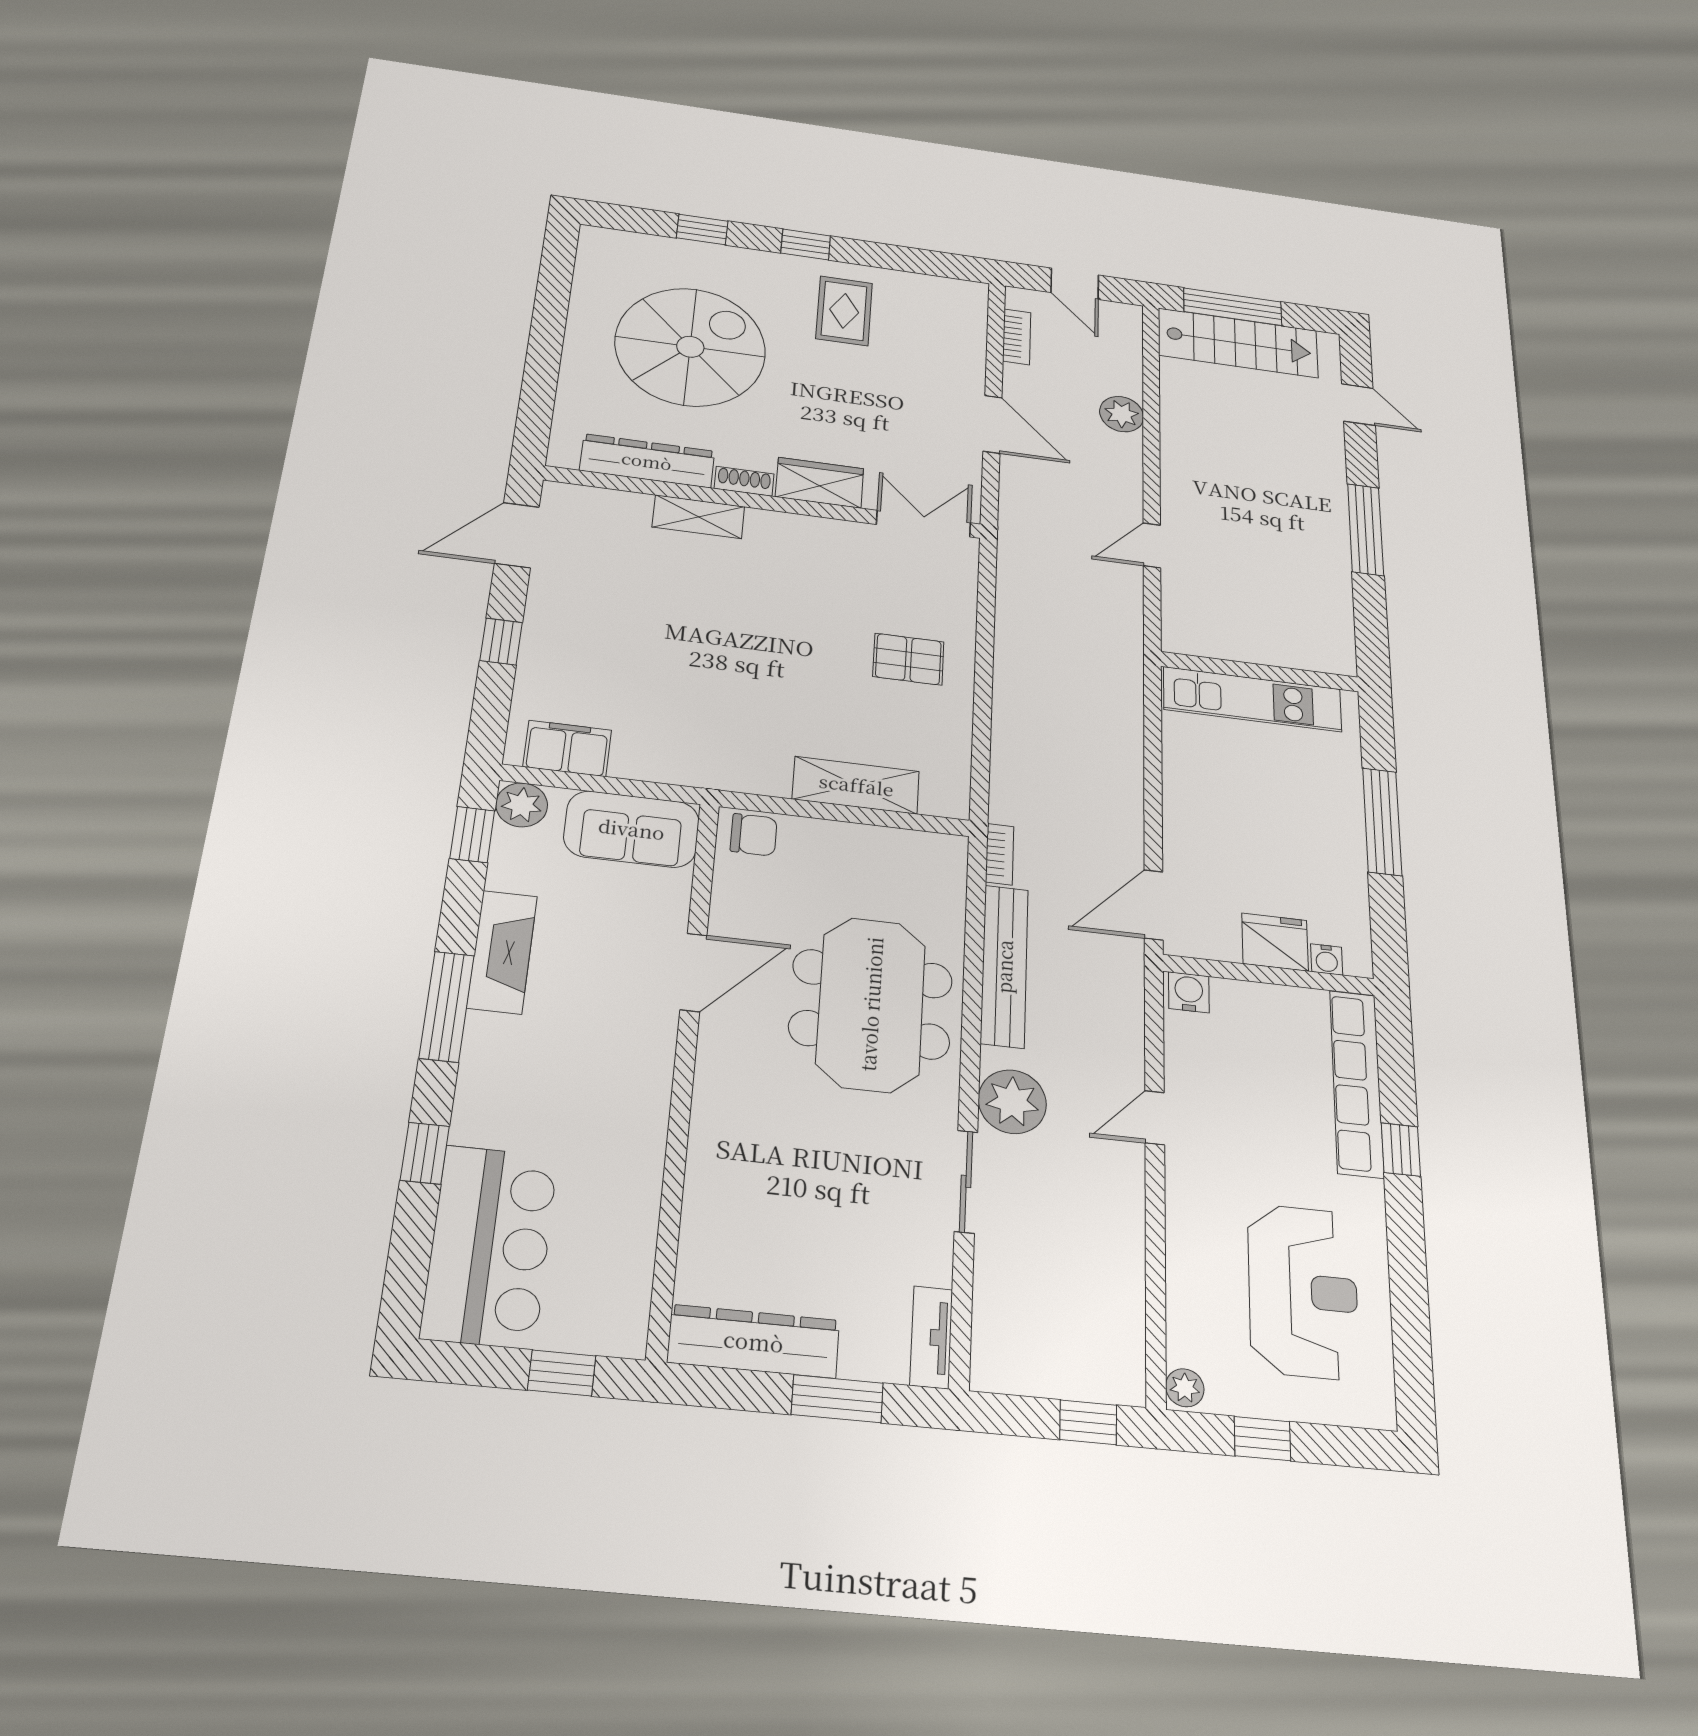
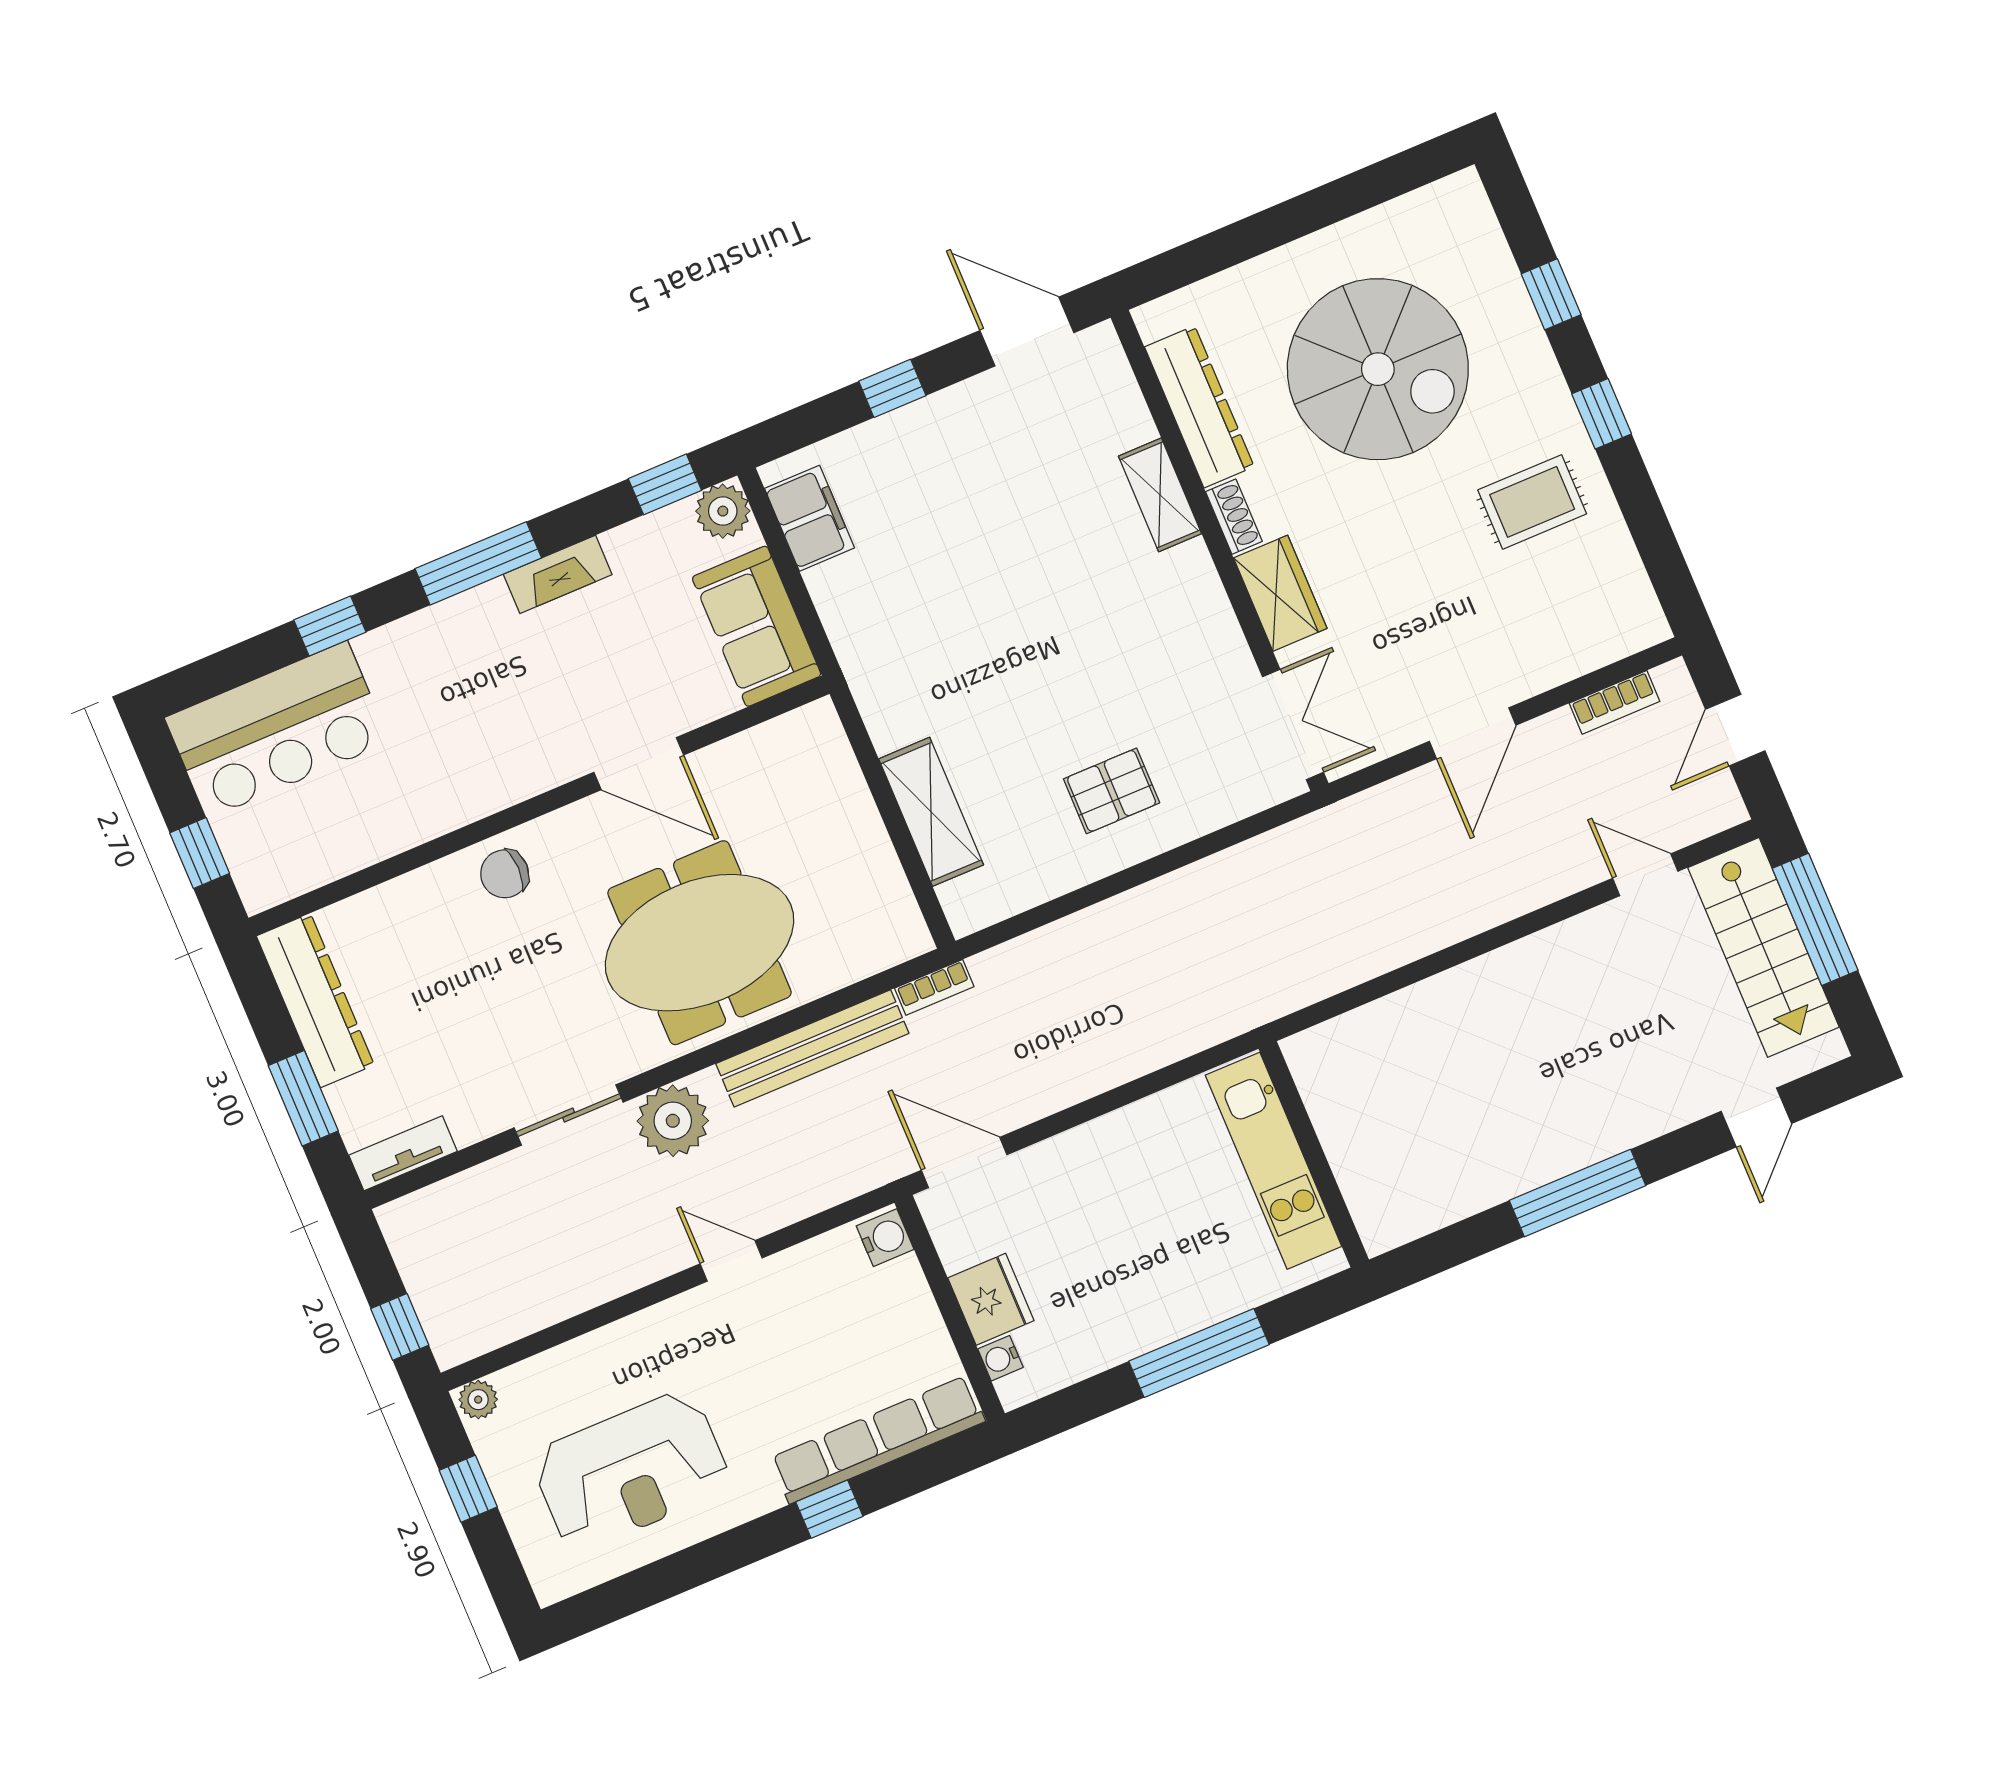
plant: (1122, 414) -> (1575, 864), removed
door: (1152, 545) -> (1645, 875), moved
pallet: (908, 659) -> (1112, 791), turned 90
chair: (754, 835) -> (505, 874), moved, turned 90
fireplace: (502, 952) -> (558, 574), width x0.73, depth x0.76

